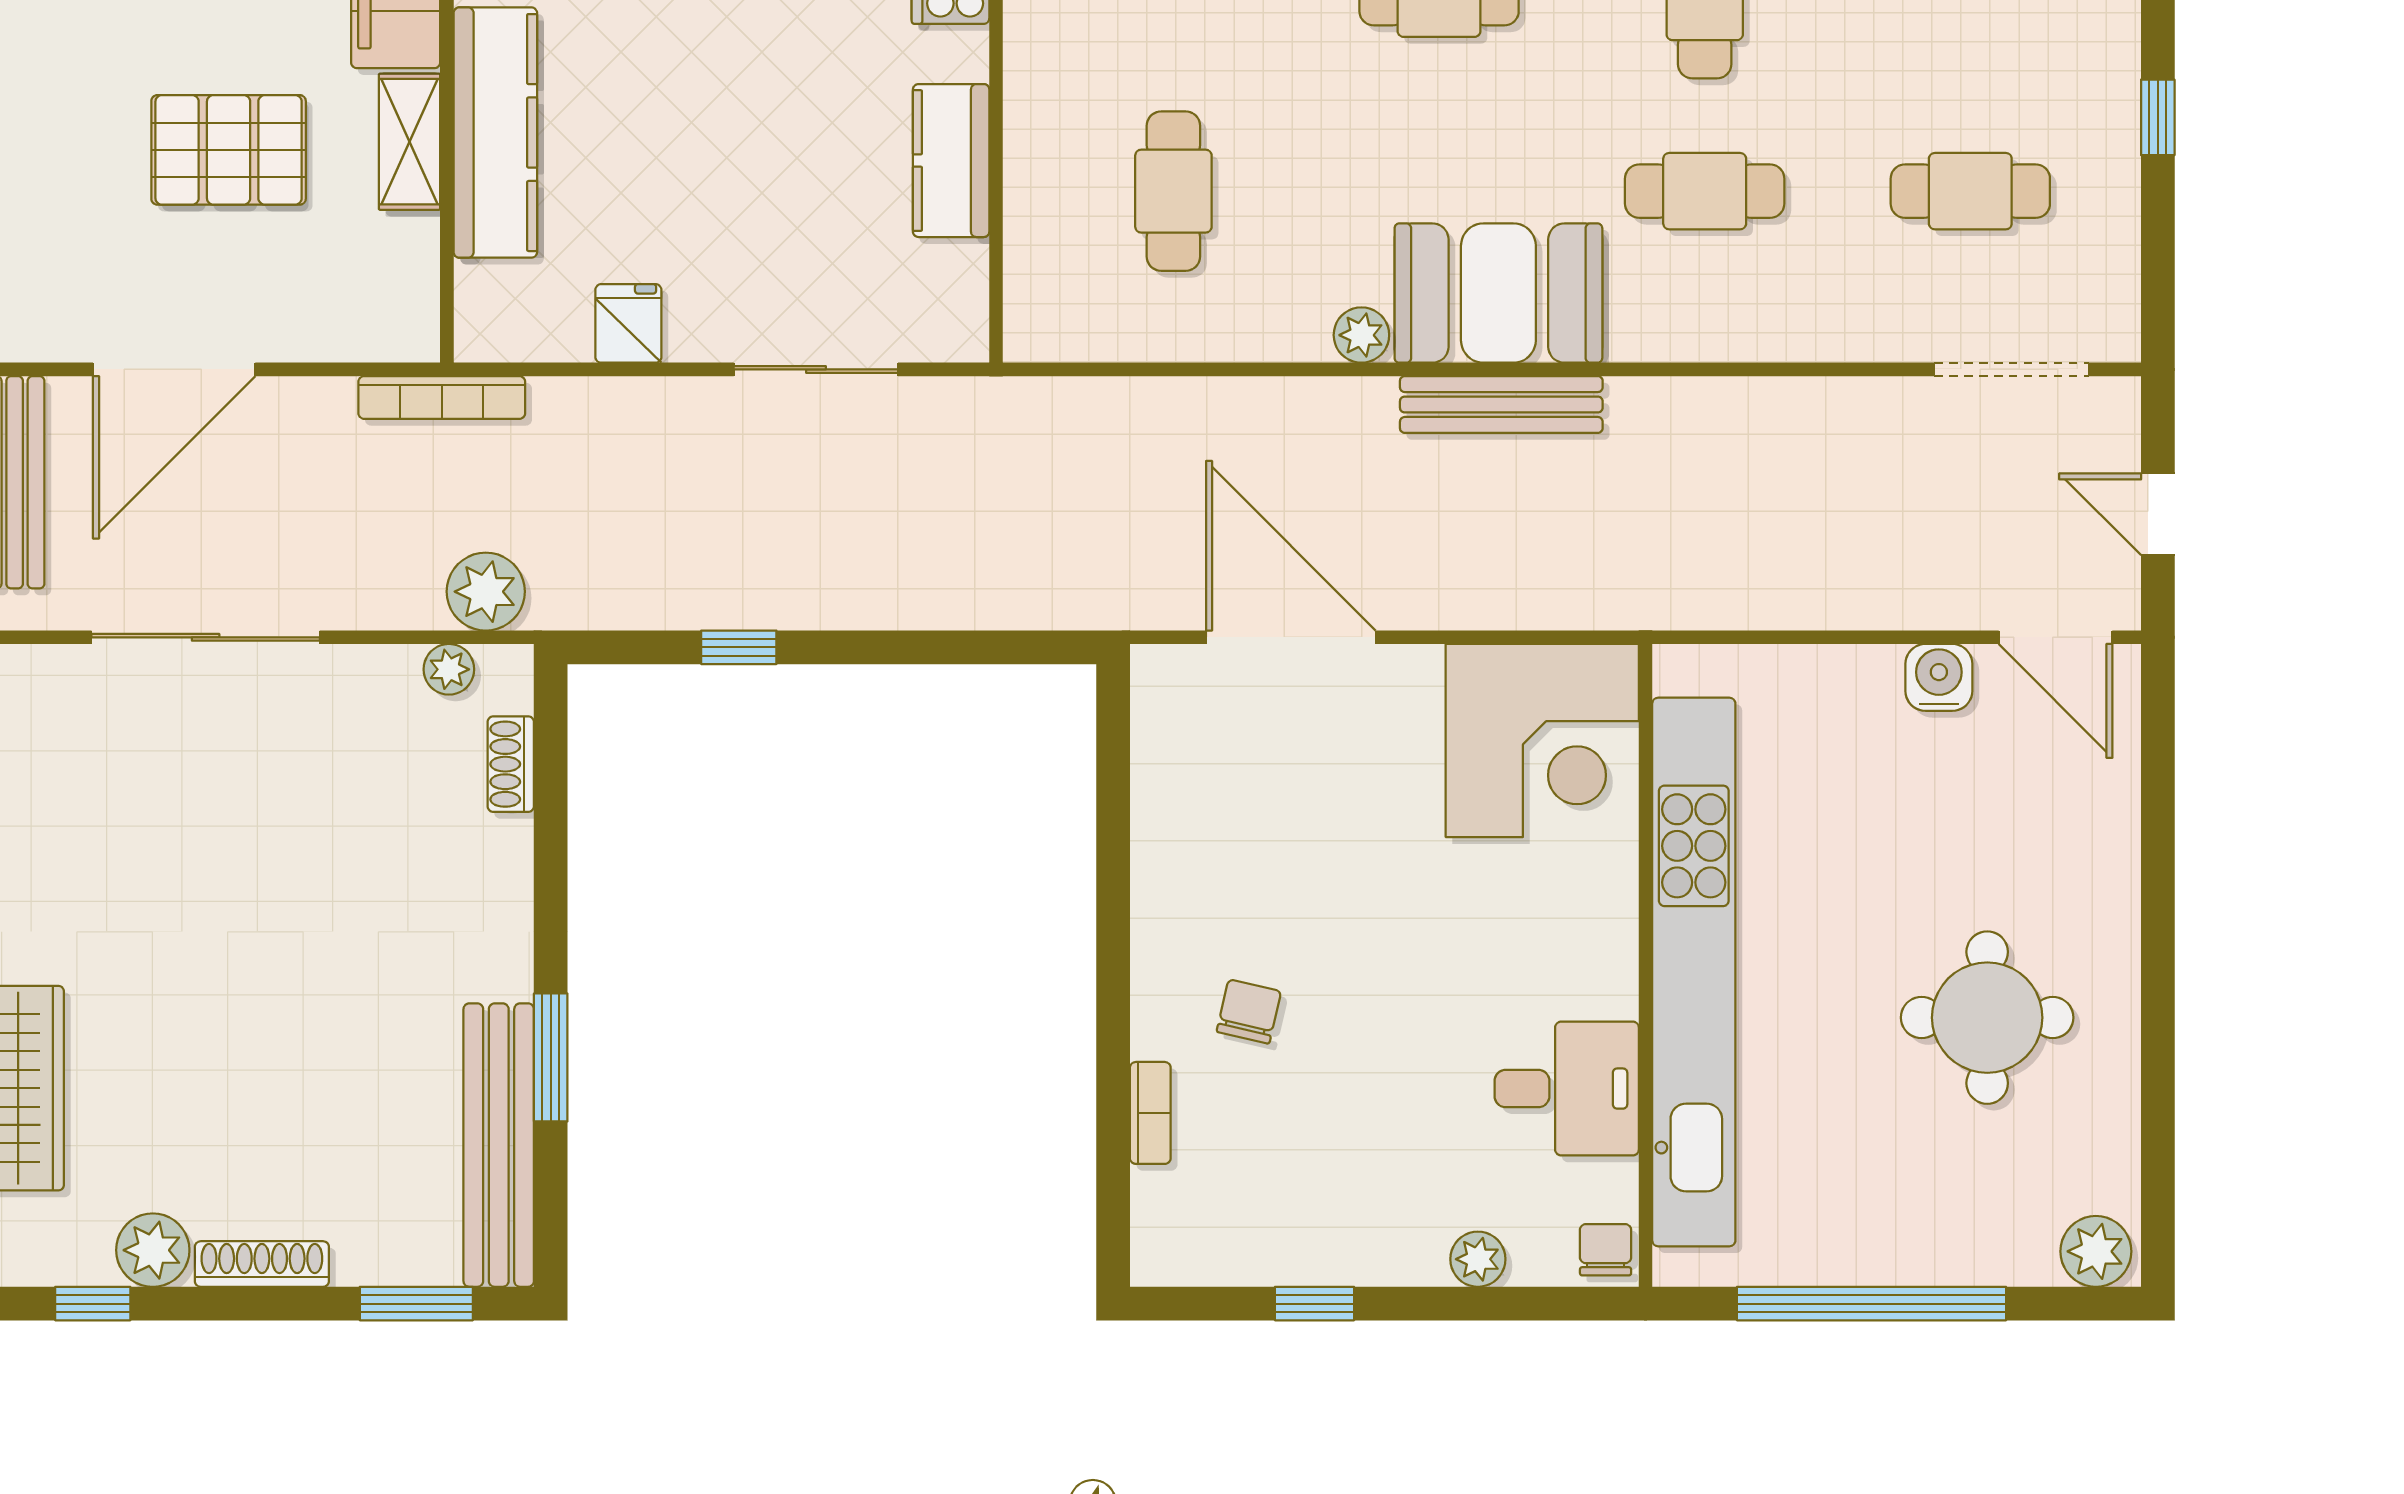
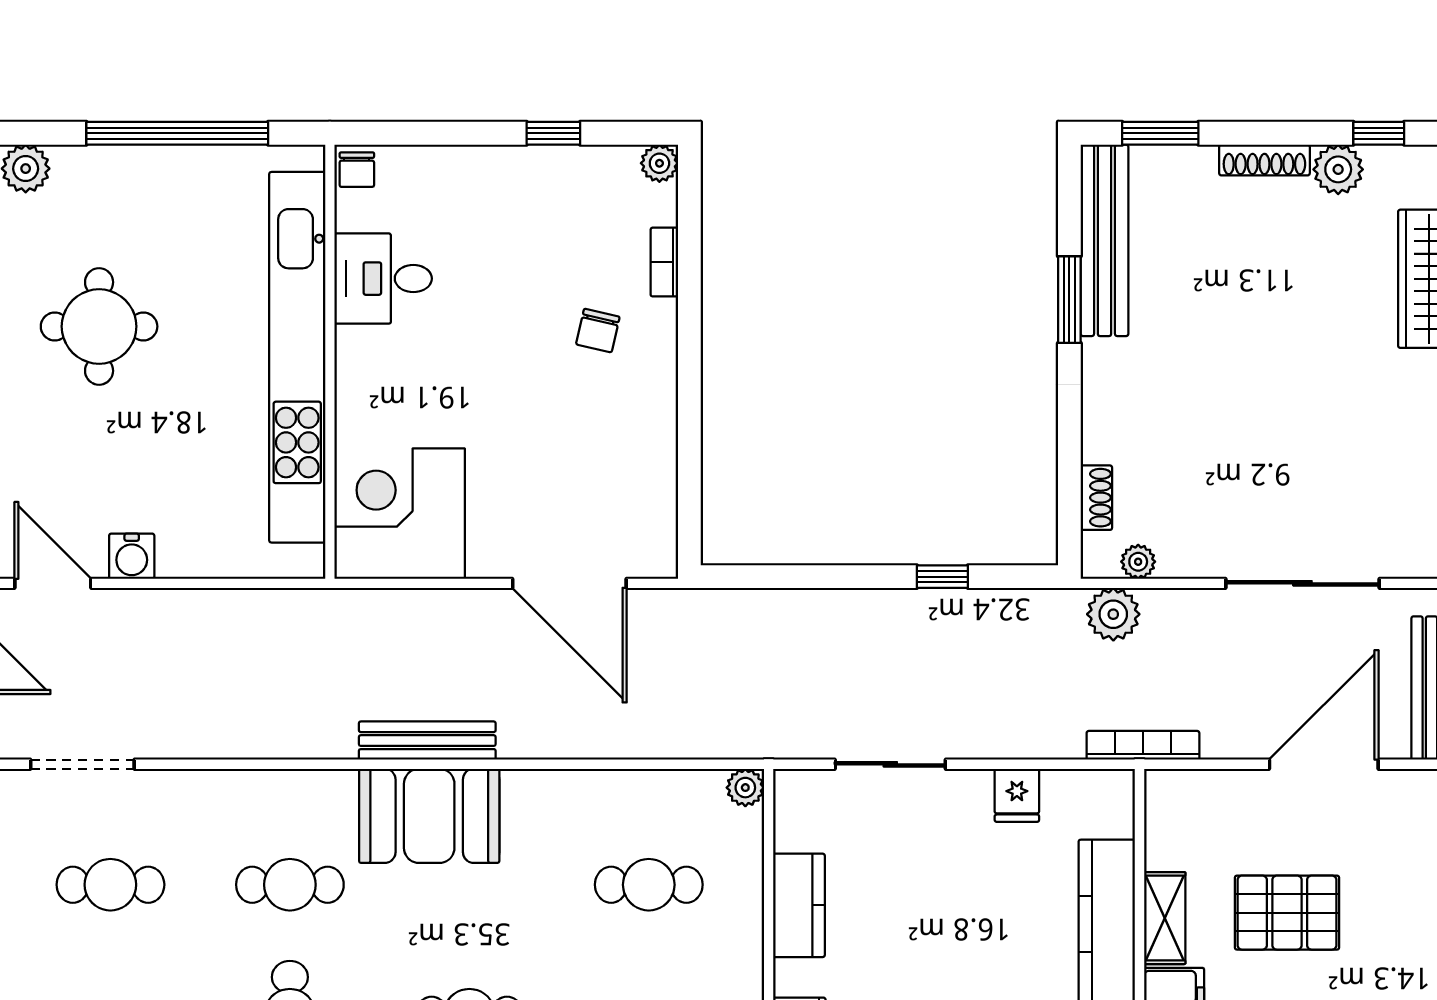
cafe table: (1173, 191) -> (649, 885), turned 90
plant: (1361, 335) -> (745, 788), moved
plant: (1478, 1259) -> (659, 163), moved

